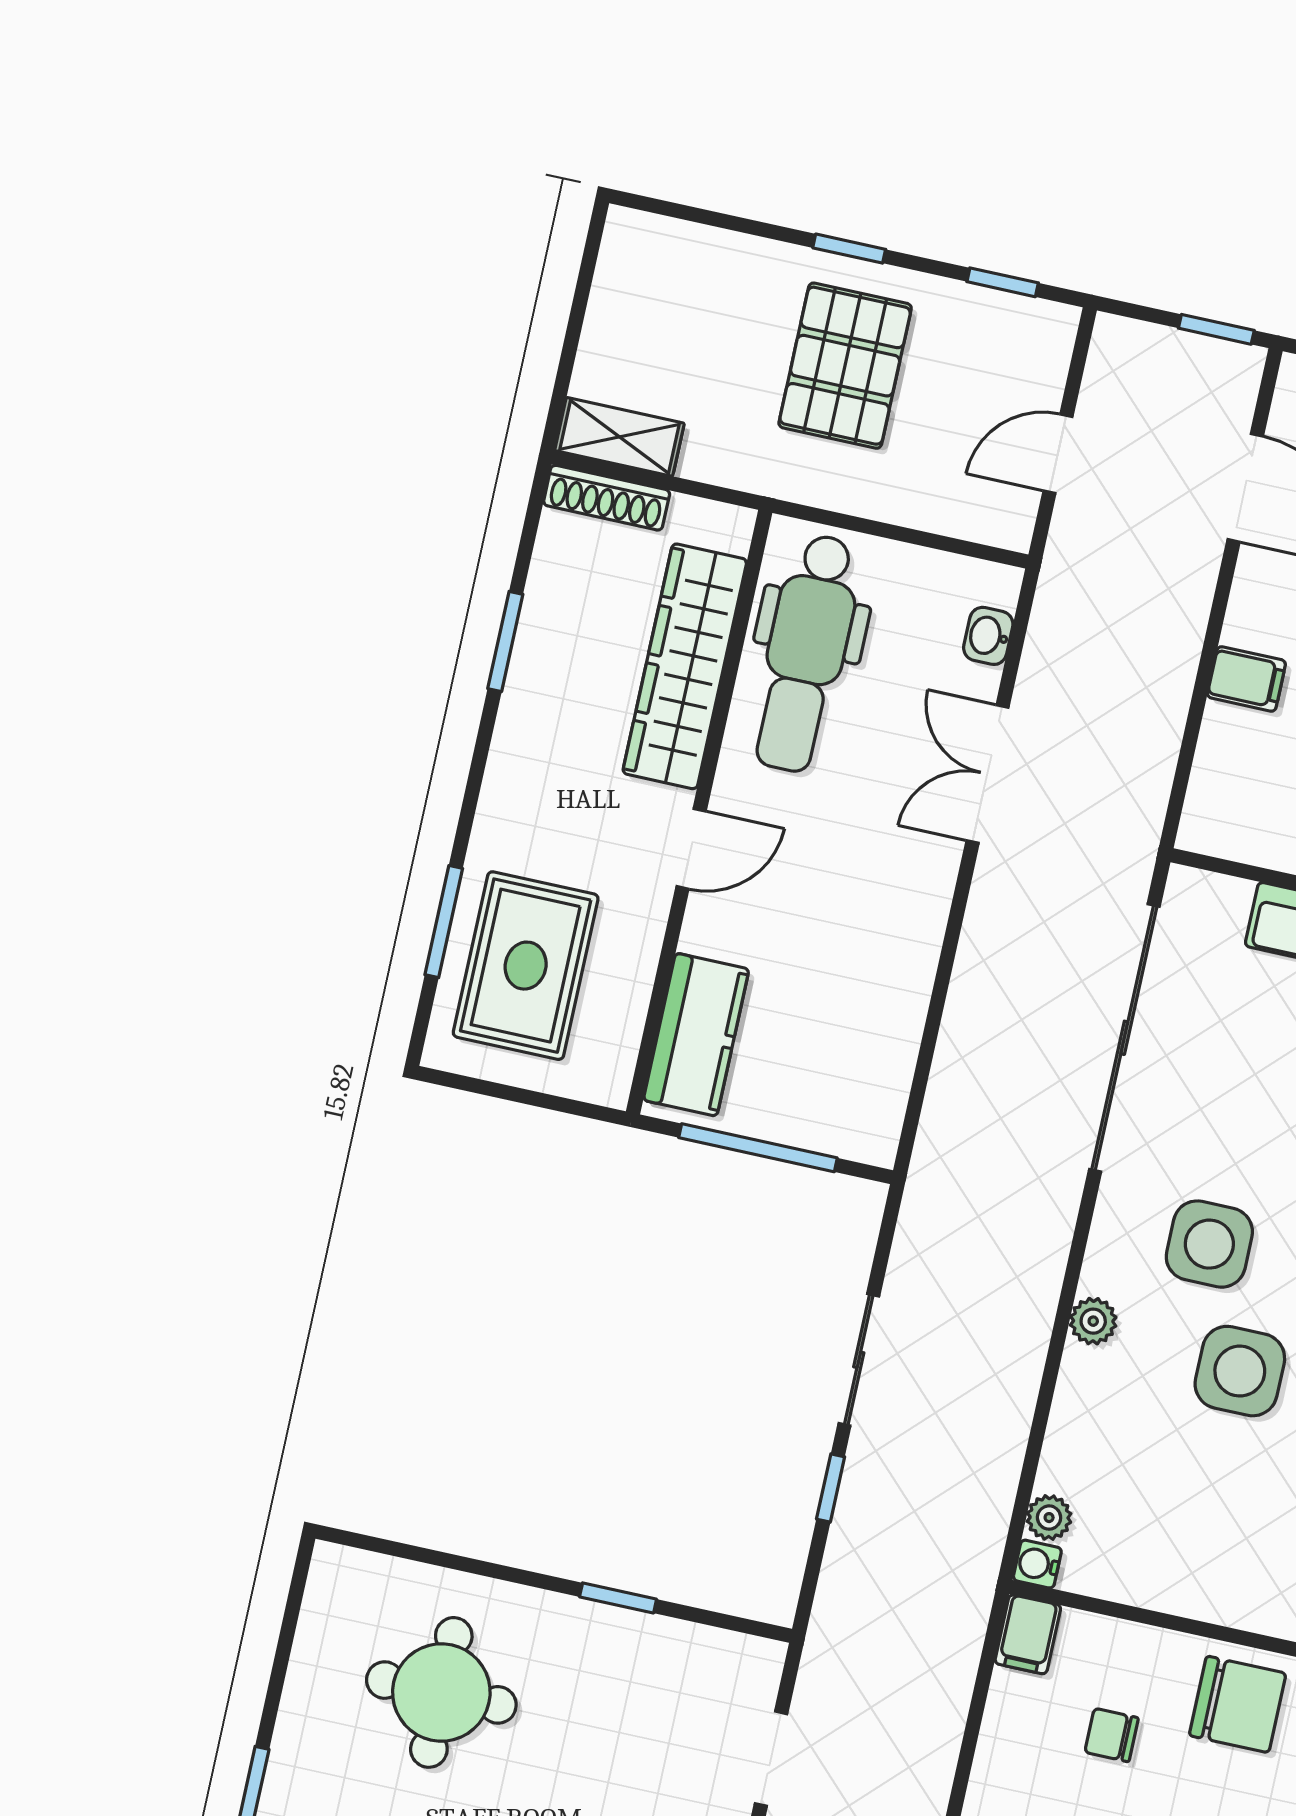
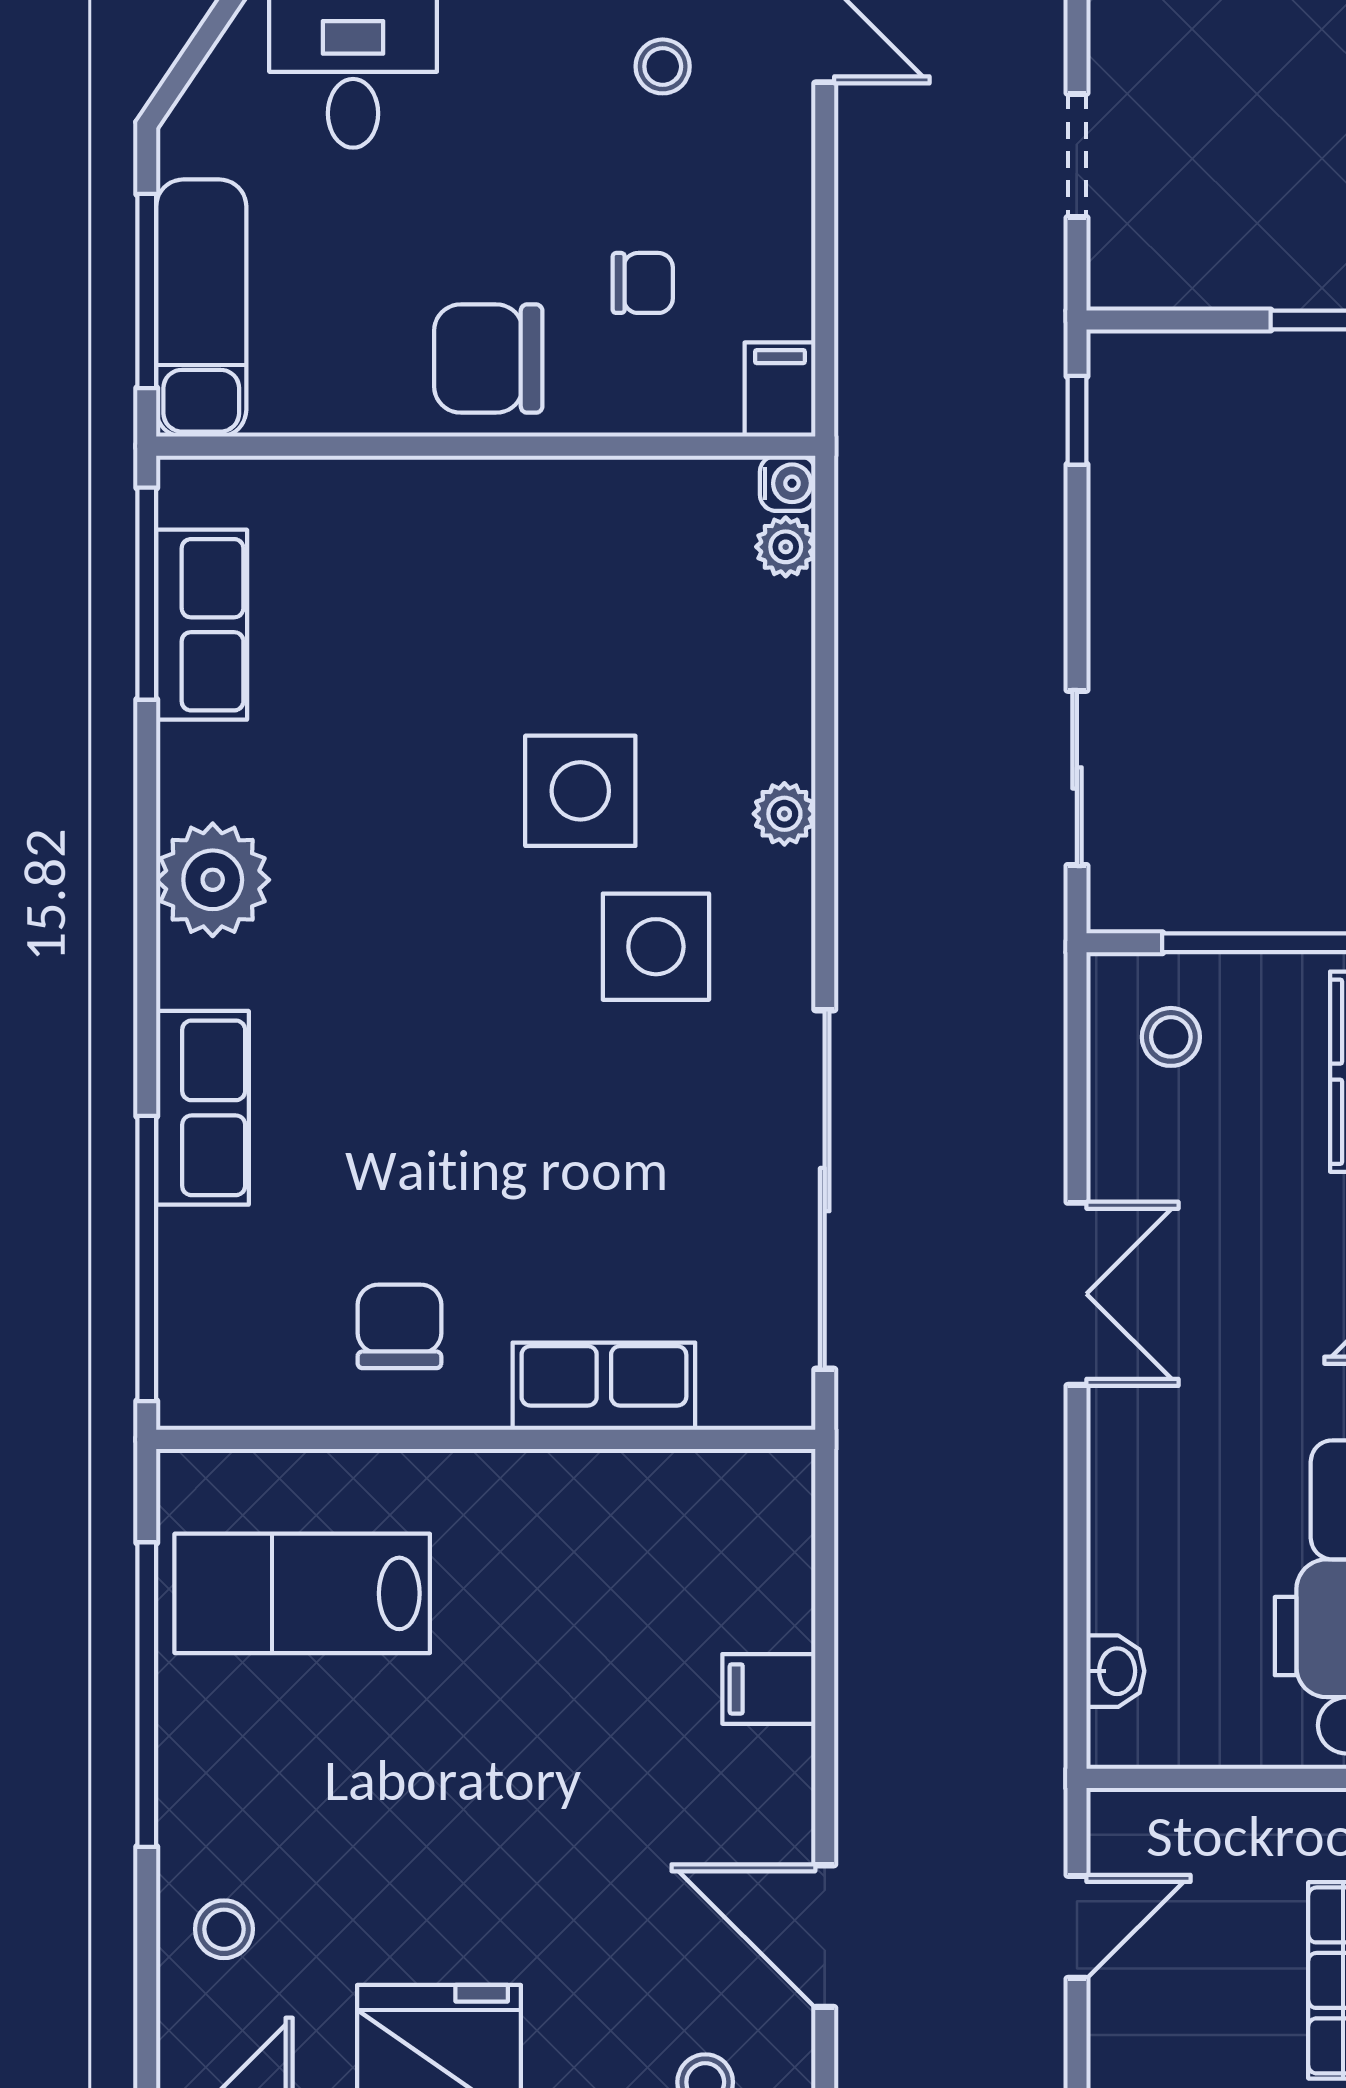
double door: (988, 774) -> (1077, 1294), moved
stool: (845, 1094) -> (1171, 1037), added
sliding door: (859, 1360) -> (1077, 778), moved
window: (831, 1488) -> (1077, 420), moved

